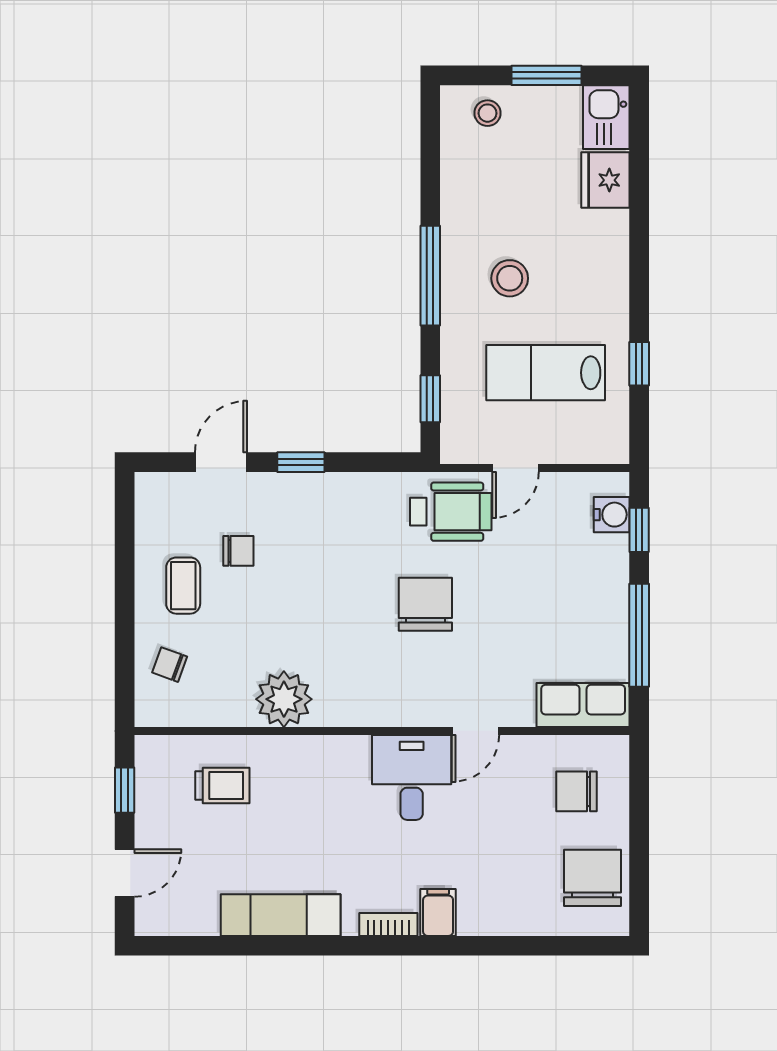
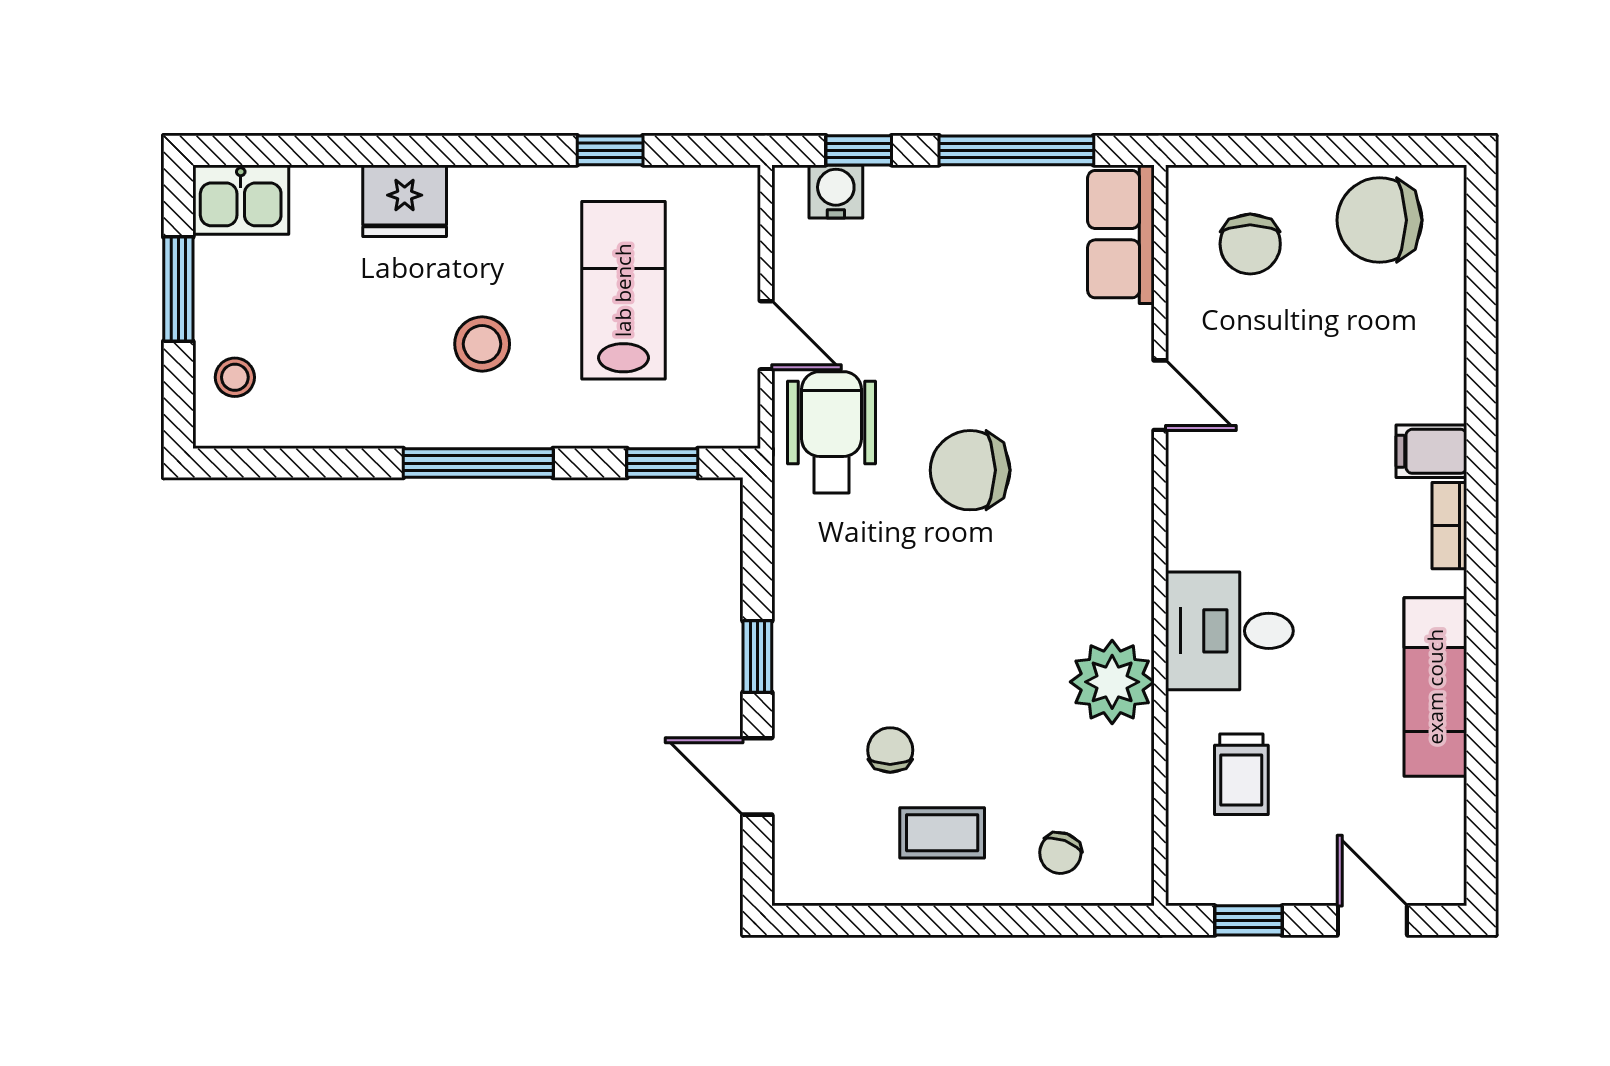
fridge: (605, 180) -> (405, 201), moved
lab bench: (546, 373) -> (623, 290), turned 180
desk: (412, 777) -> (1229, 631), moved
trolley: (222, 785) -> (1241, 774), turned 180

